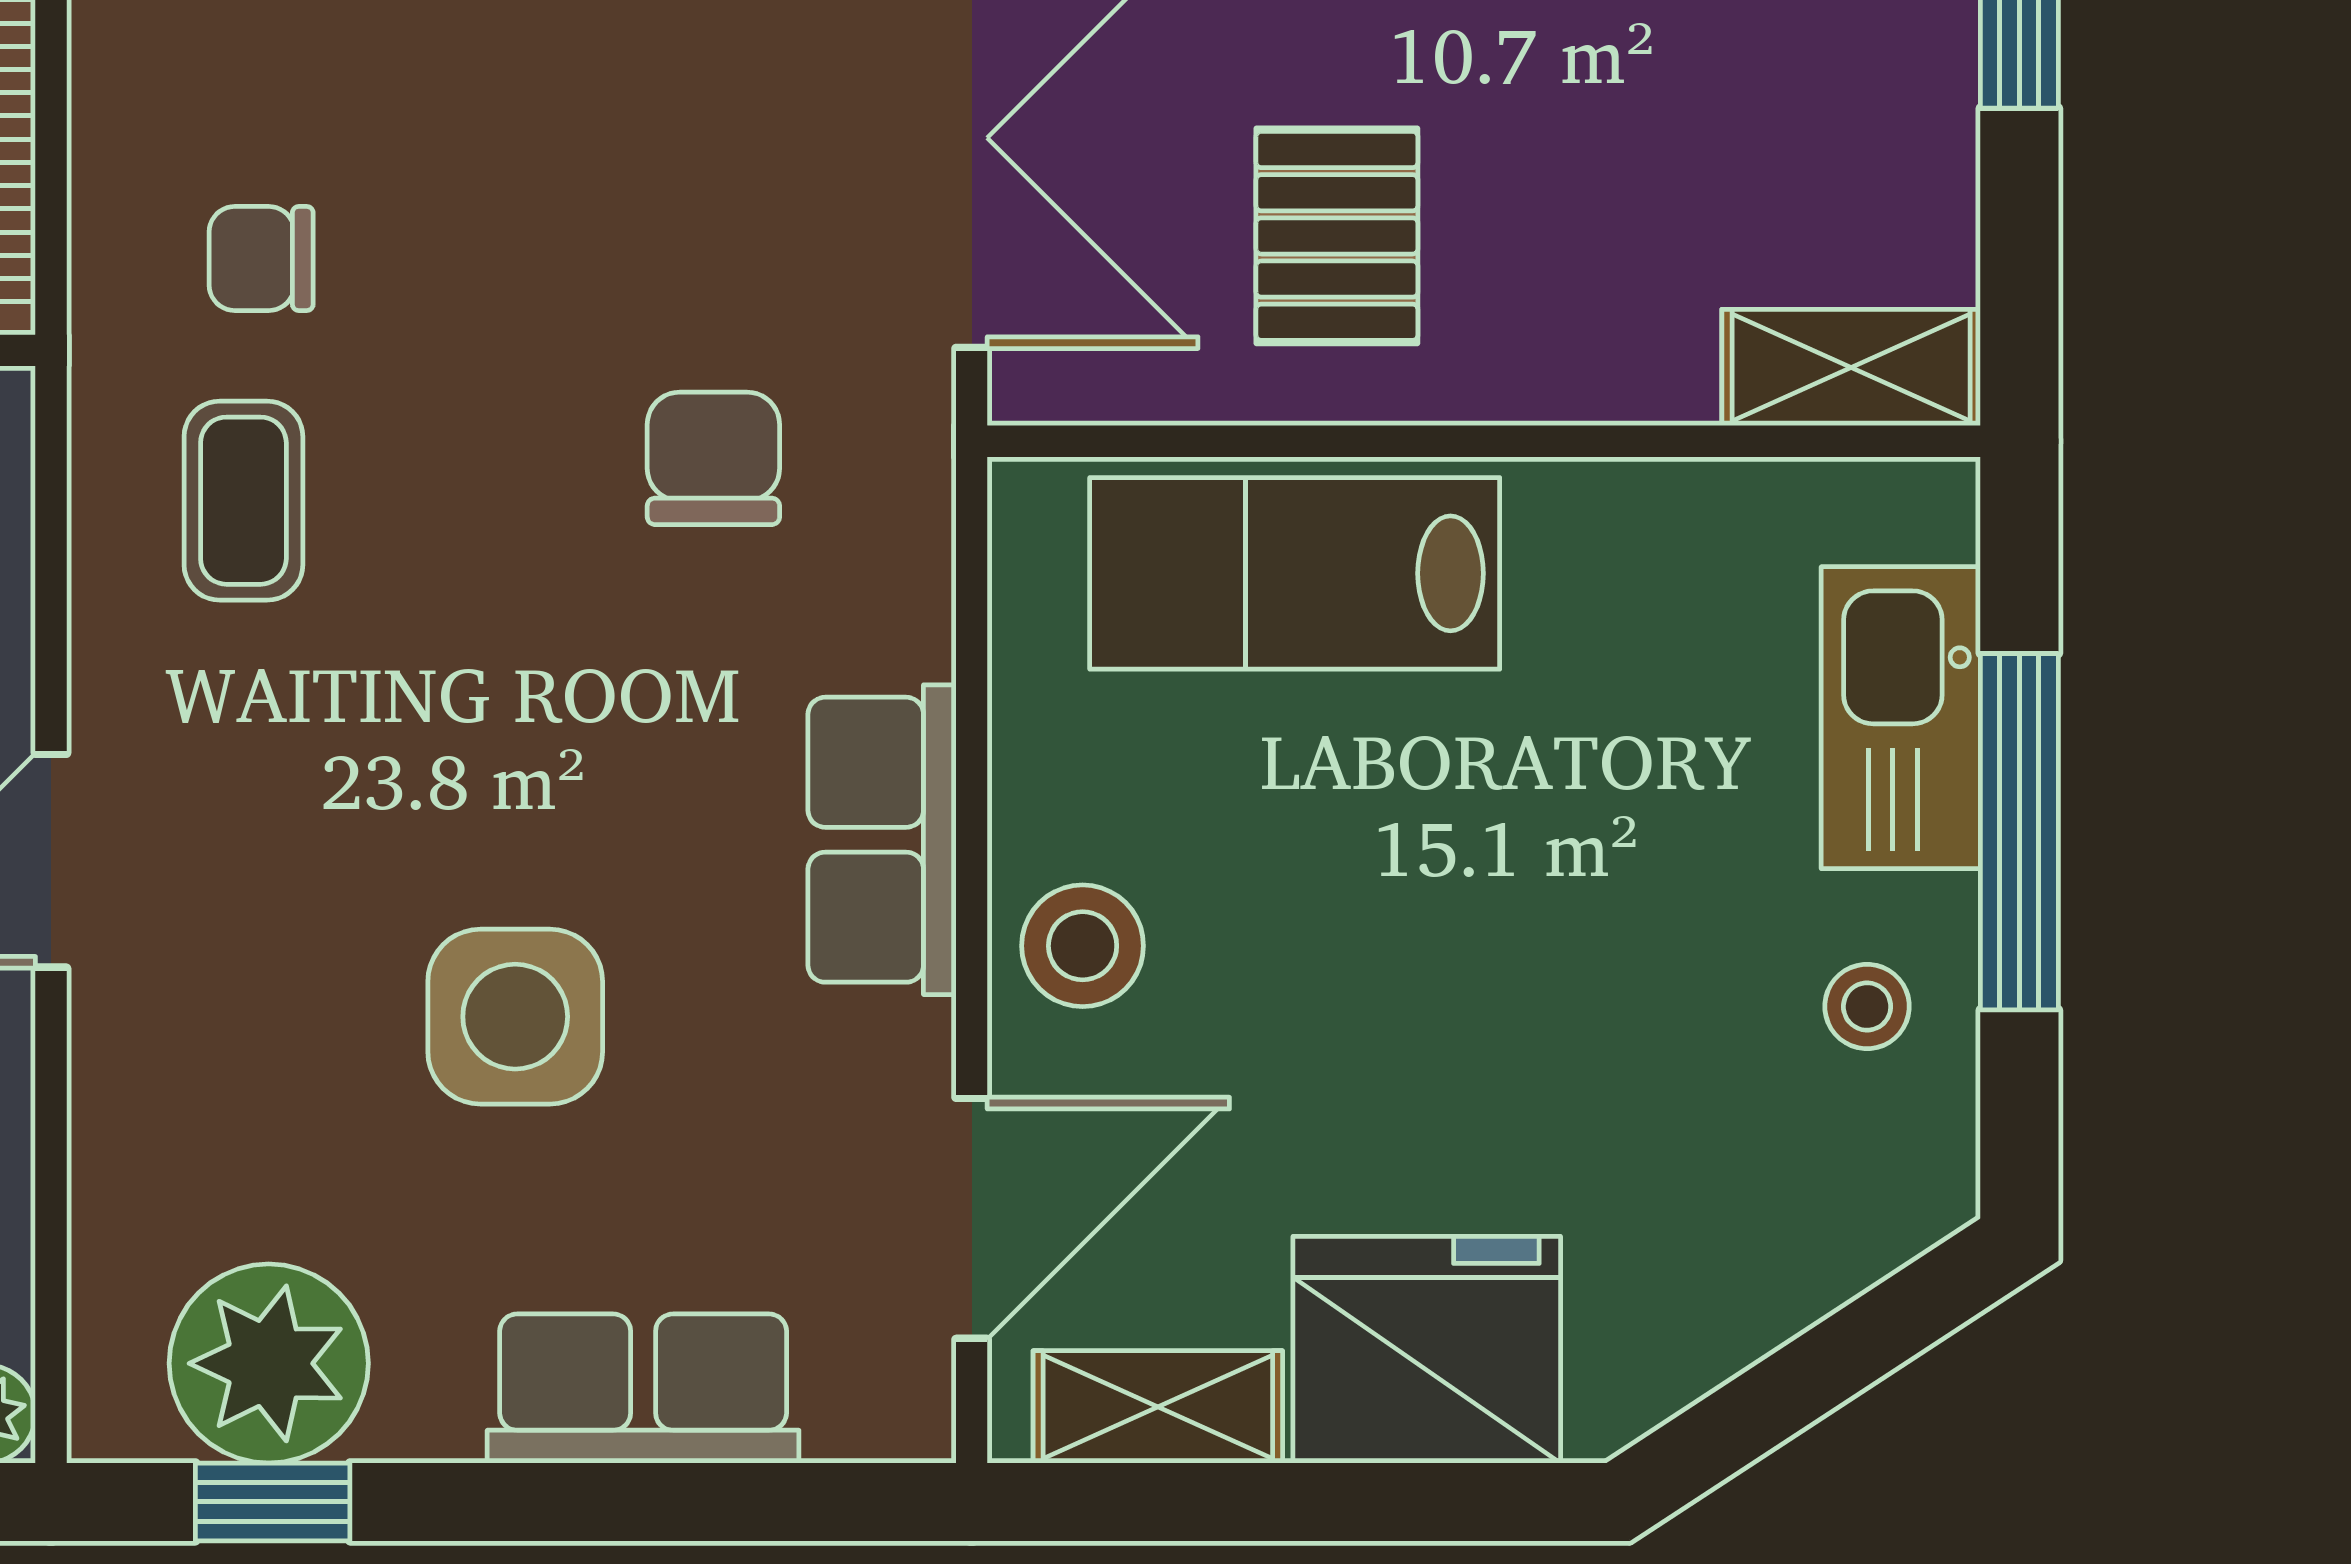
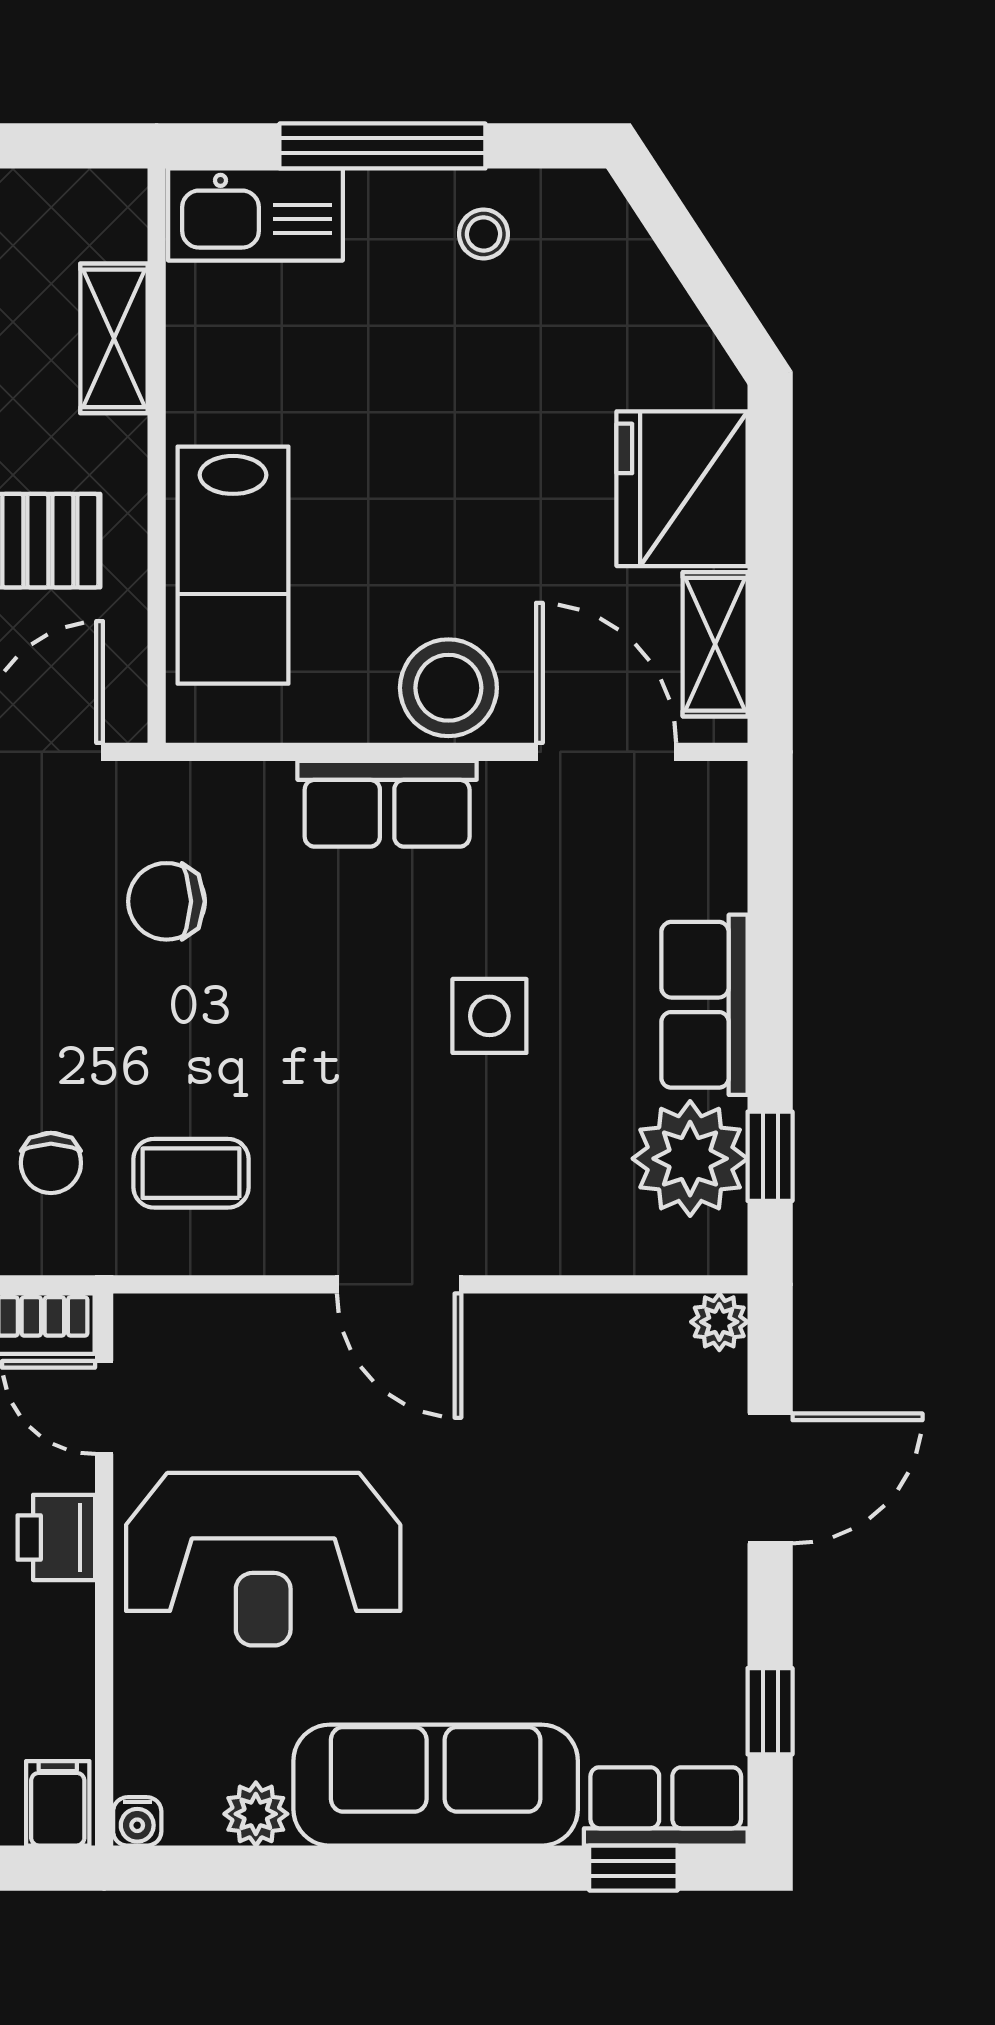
shelving: (1851, 367) -> (114, 338), moved
kitchen sink: (1901, 718) -> (255, 214), moved
stool: (1083, 946) -> (448, 688), width x1.38, depth x1.38
side table: (515, 1017) -> (489, 1016), width x0.73, depth x0.73
row of seats: (643, 1388) -> (704, 1005), moved

